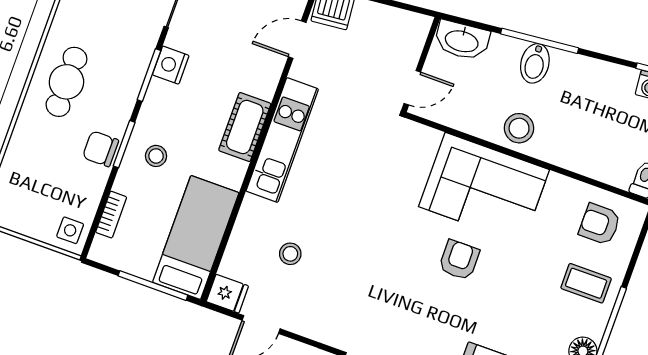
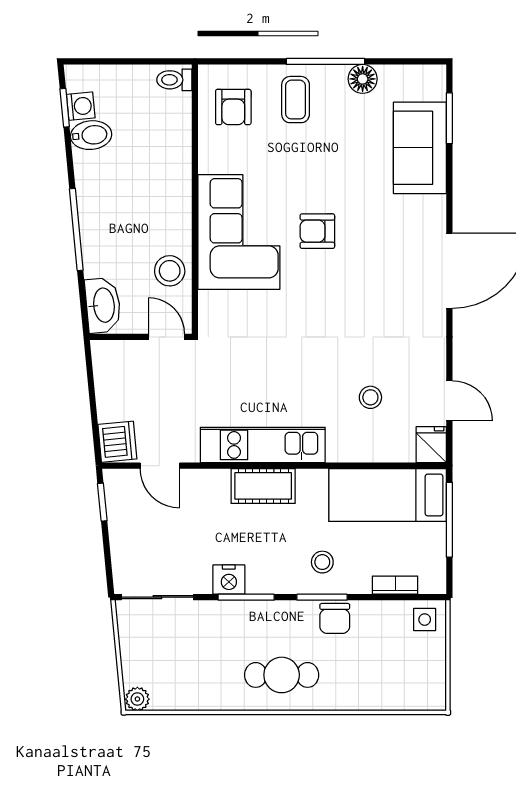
bidet: (535, 63) -> (91, 135), moved
stool: (519, 128) -> (170, 271), moved

